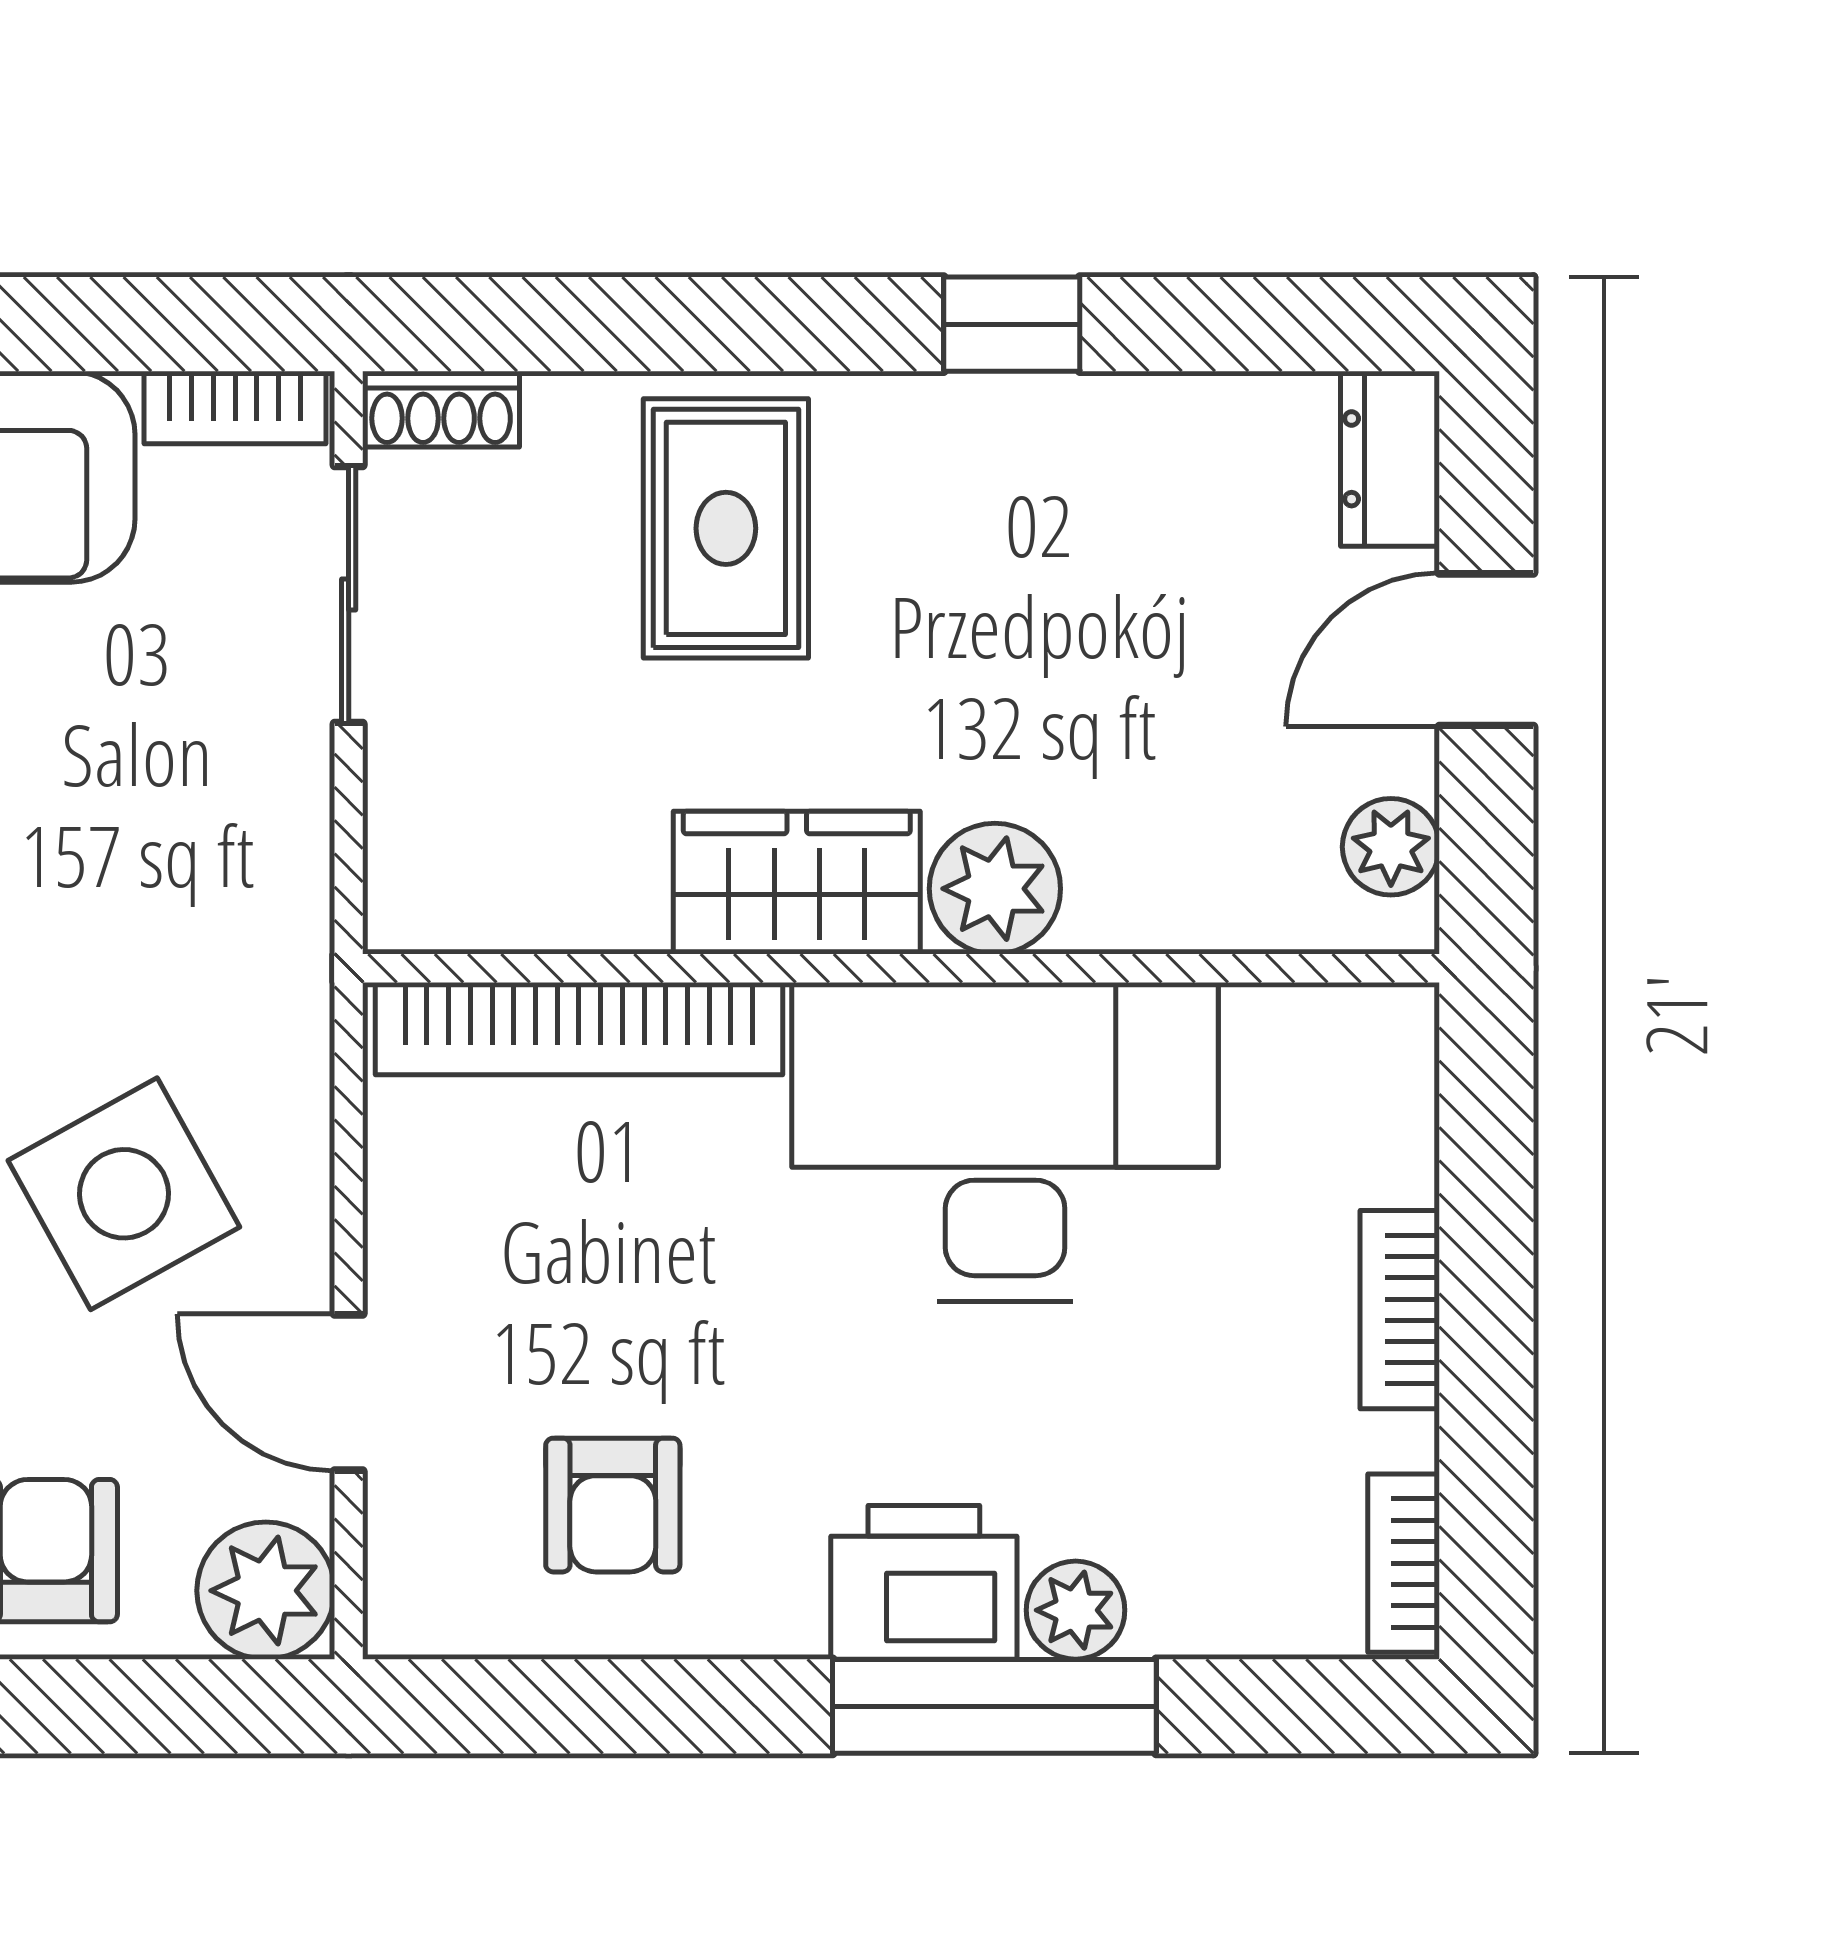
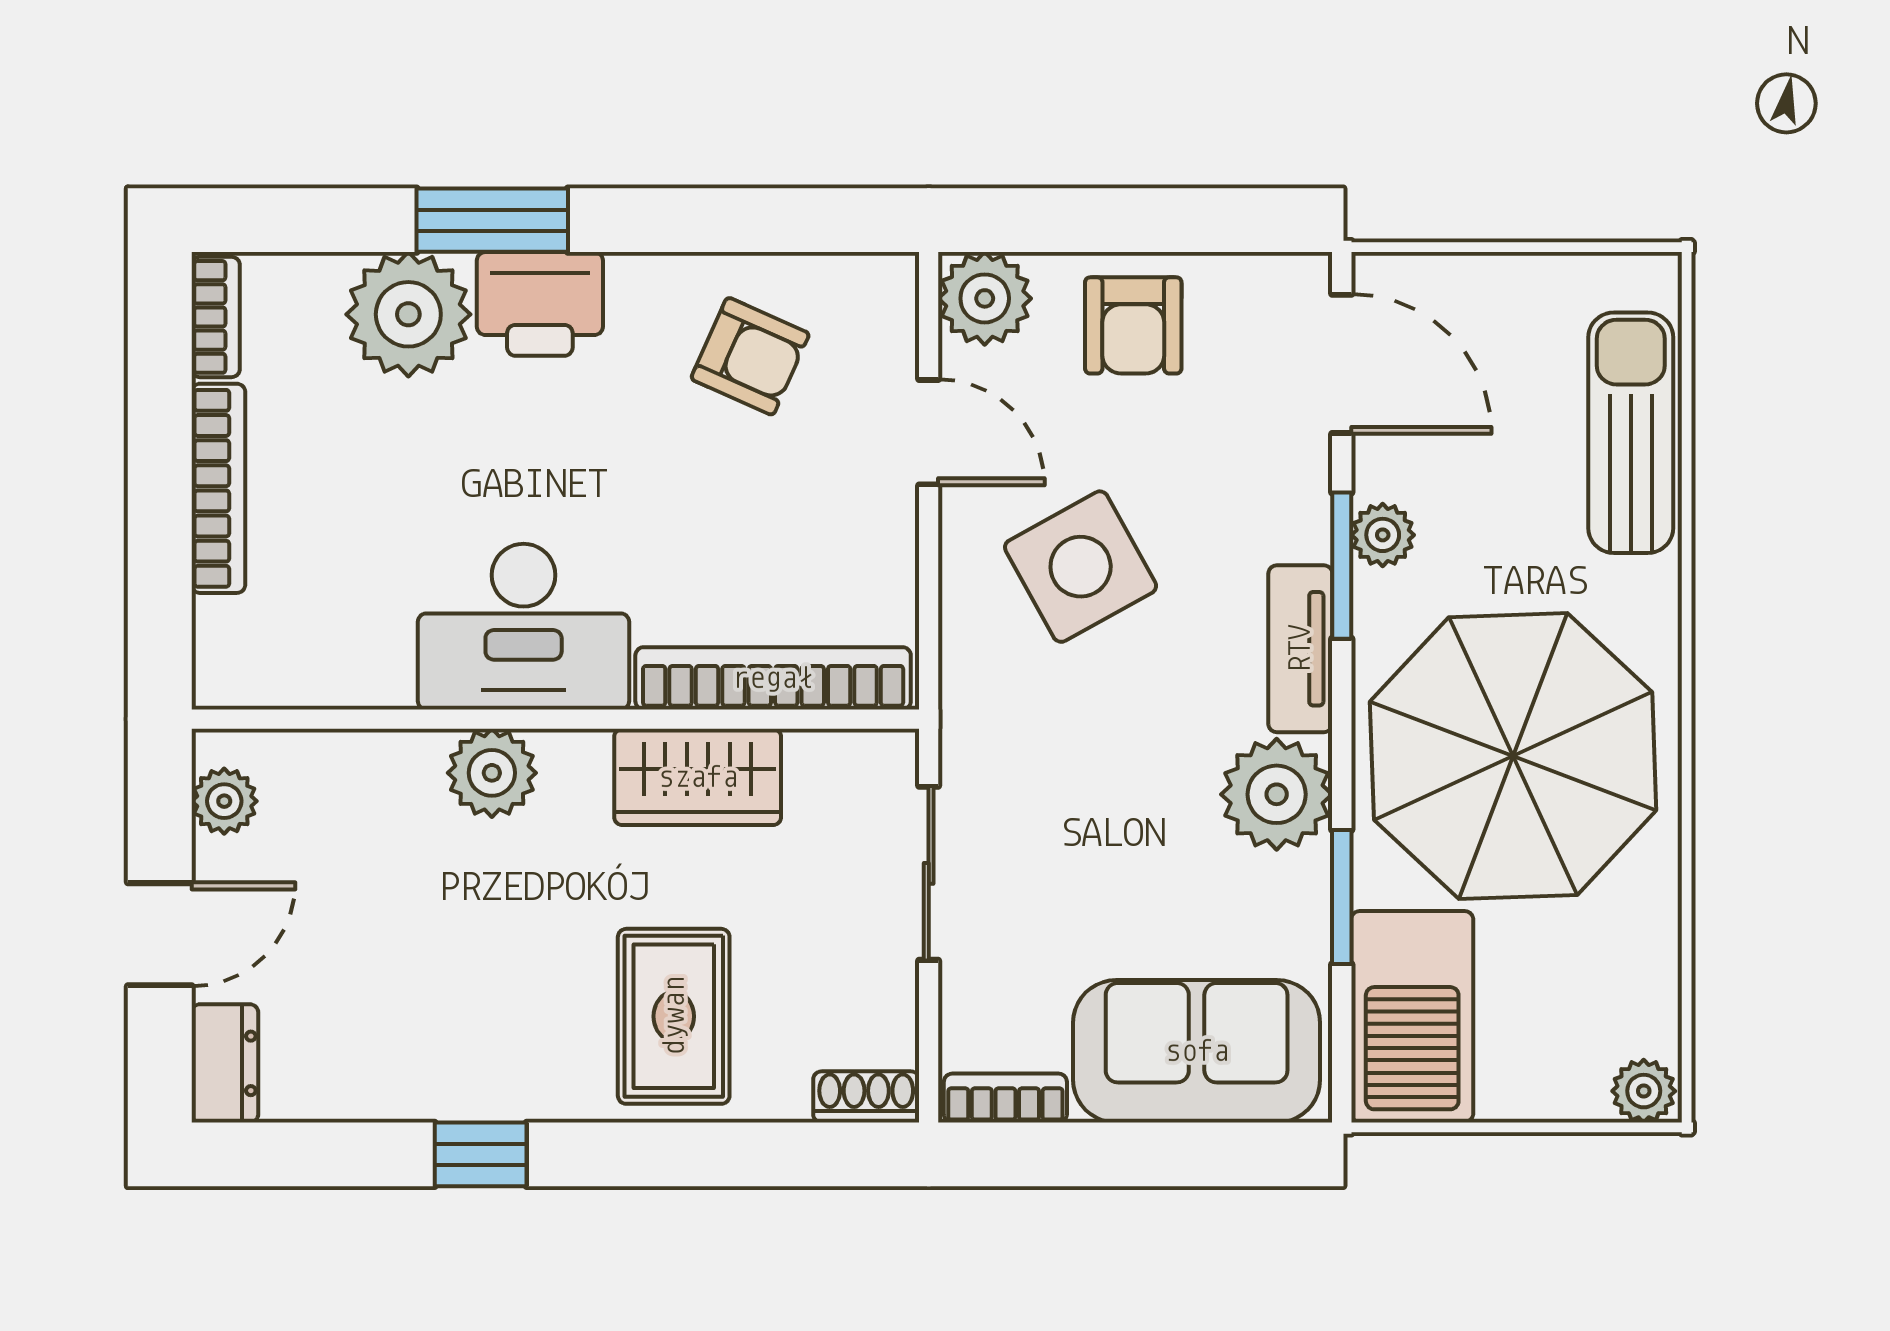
sliding door: (349, 595) -> (929, 873), moved
wardrobe: (797, 883) -> (698, 777), moved
desk: (1005, 1142) -> (524, 627), width x0.73, depth x0.77
bookcase: (1400, 1310) -> (218, 488), width x1.56
armchair: (613, 1505) -> (750, 356), turned 114
plant: (1076, 1610) -> (408, 314), width x1.87, depth x1.87
window: (994, 1706) -> (492, 220), width x0.69

